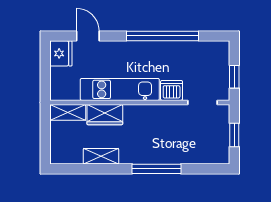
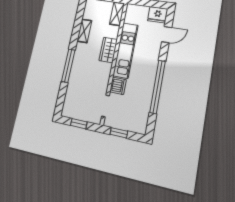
wardrobe: (105, 115) -> (108, 50), moved

